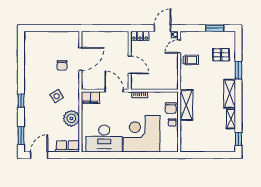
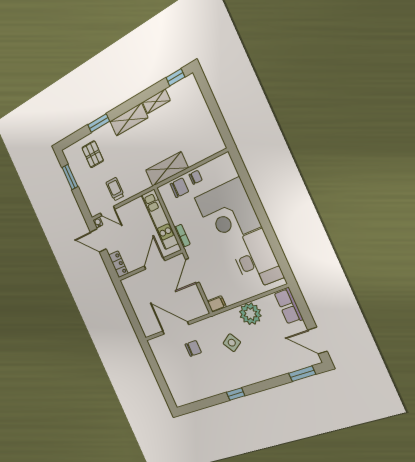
kitchen unit: (157, 84) -> (160, 219), added
filing cabinet: (90, 98) -> (217, 304), width x0.50
window: (21, 101) -> (236, 394), moved

